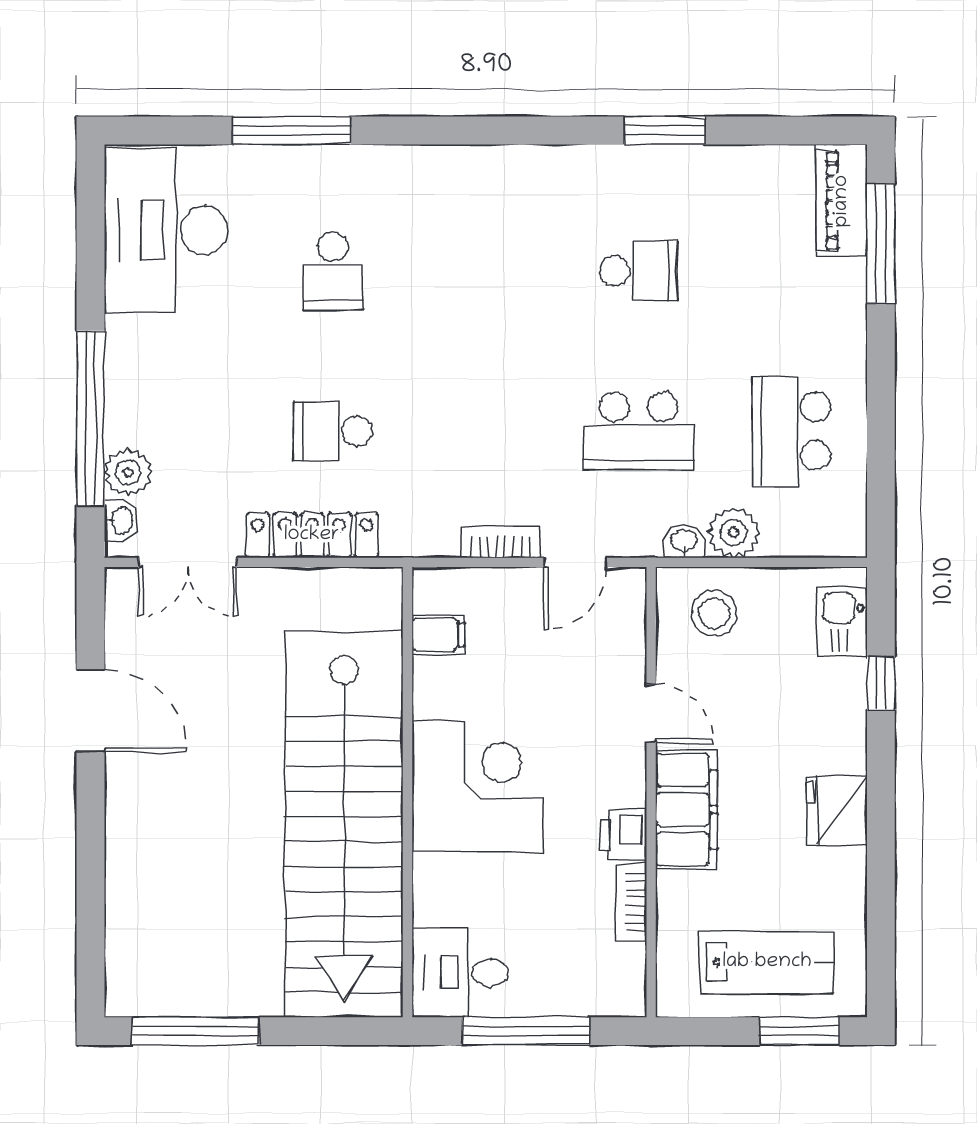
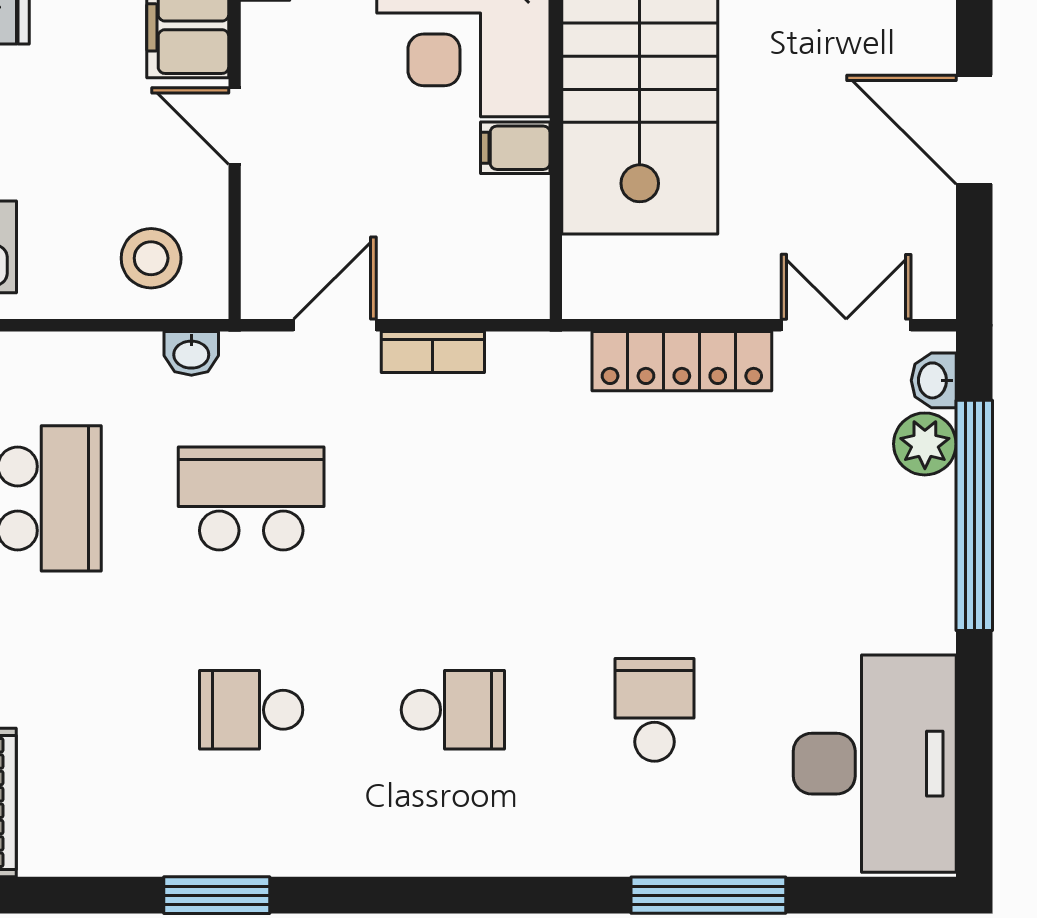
school desk: (333, 431) -> (453, 710), moved
plant: (734, 532) -> (126, 365), removed
filing cabinet: (438, 635) -> (515, 148), moved

